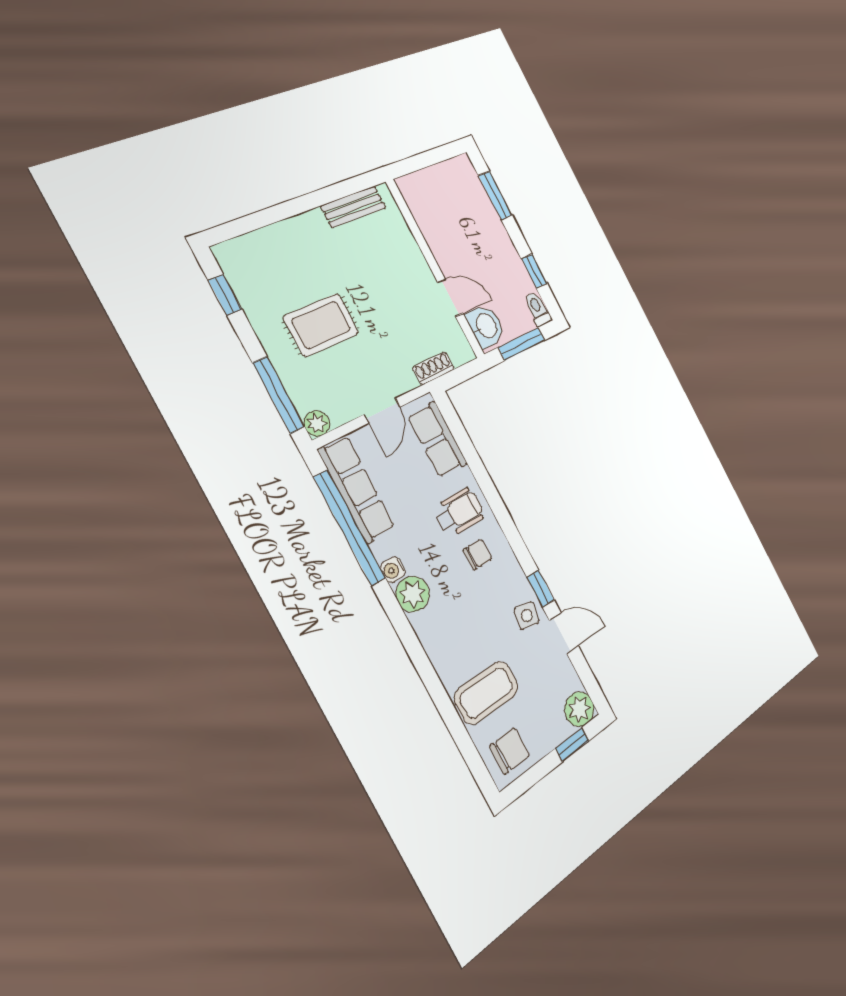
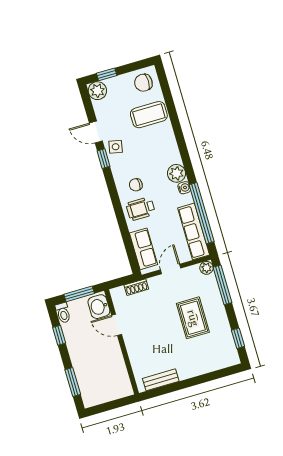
rug: (321, 325) -> (193, 318), turned 90

